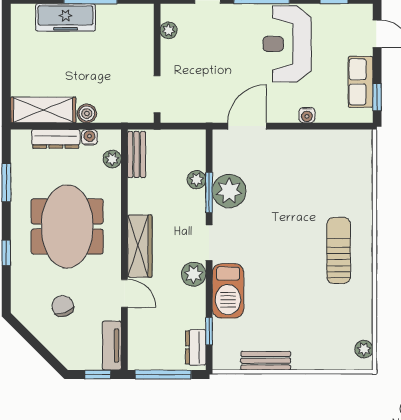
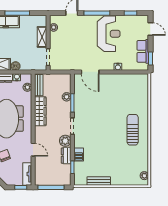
reception desk: (287, 44) -> (109, 34), turned 180
shelving: (144, 51) -> (42, 37), added
door: (247, 126) -> (90, 72), swing flipped
plant: (229, 191) -> (82, 102), removed
wardrobe: (140, 246) -> (40, 111), moved
barbecue: (228, 291) -> (79, 154), width x0.53, depth x0.65
dresser: (196, 347) -> (66, 156), moved

